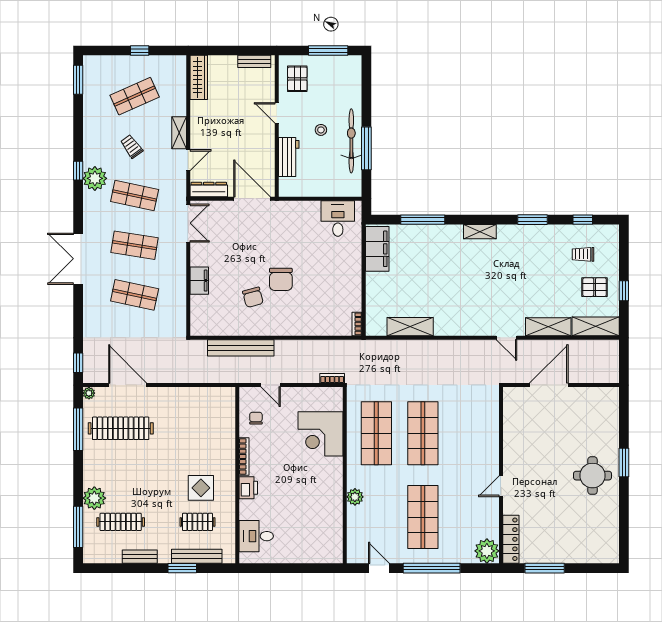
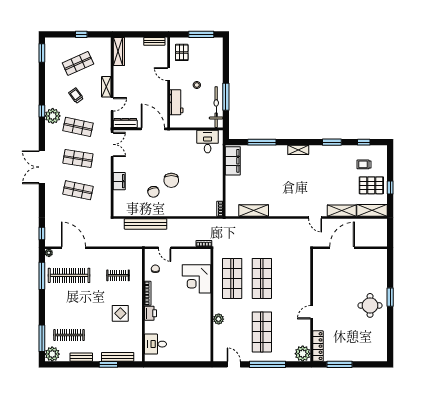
bicycle: (351, 141) -> (216, 107), moved
pallet: (595, 287) -> (371, 185), width x1.50, depth x1.42
plant: (94, 498) -> (52, 354), moved
clothes rail: (197, 522) -> (118, 275), moved

